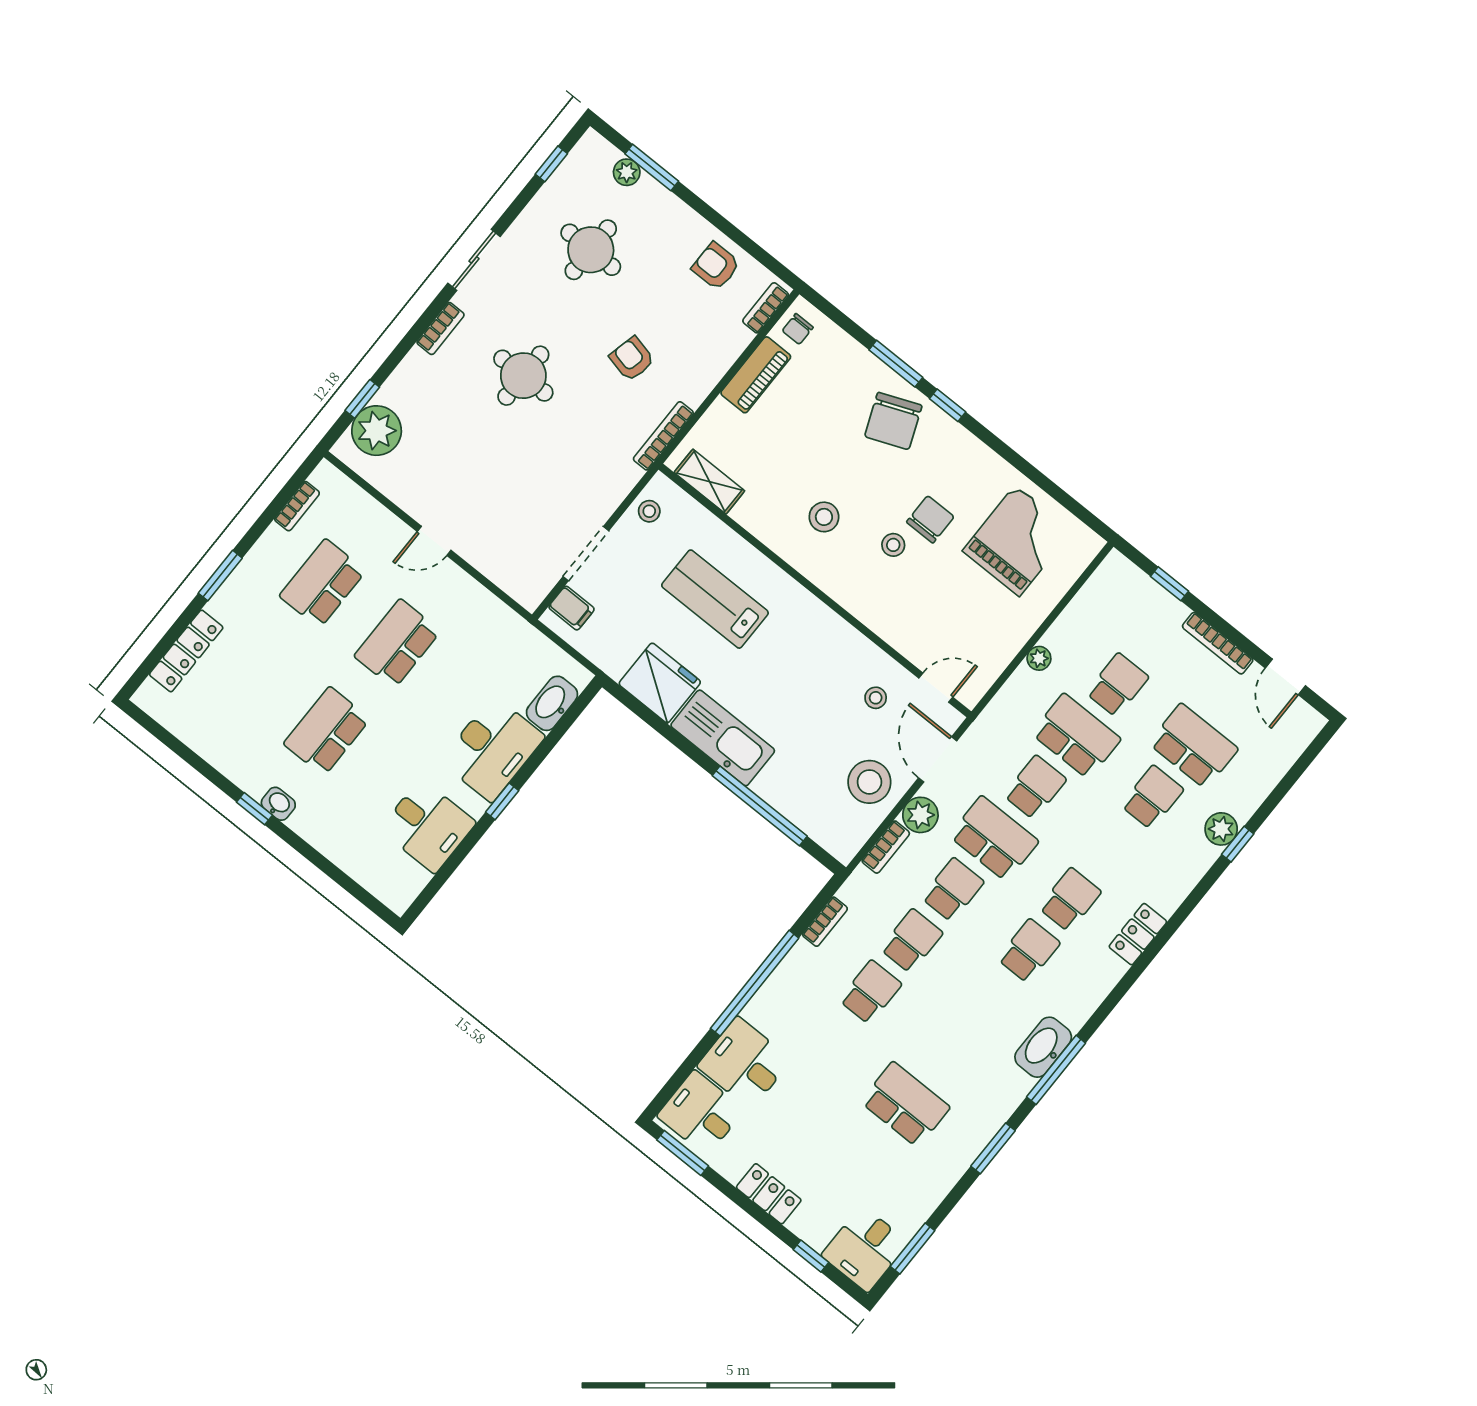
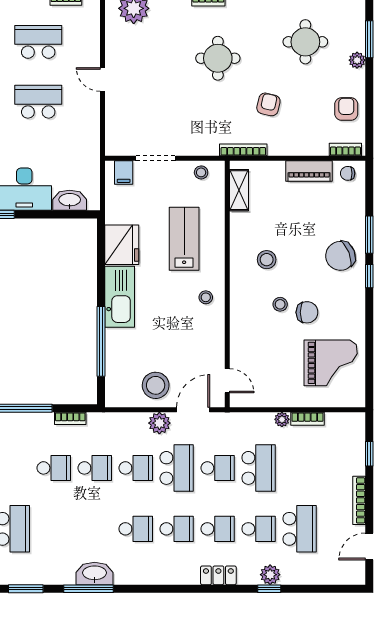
plant: (627, 172) -> (357, 60), moved
school desk: (1117, 685) -> (218, 529), moved
stool: (876, 698) -> (206, 297), moved
bookcase: (886, 847) -> (307, 419), moved
locker: (1138, 934) -> (218, 575), moved

